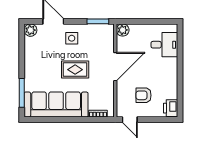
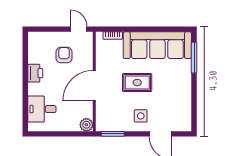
plant: (30, 30) -> (185, 125), removed
armchair: (144, 95) -> (64, 55), turned -90
printer: (171, 108) -> (35, 73), moved

